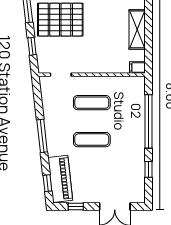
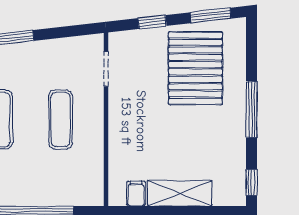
filing cabinet: (137, 67) -> (136, 194), moved

